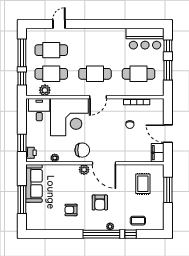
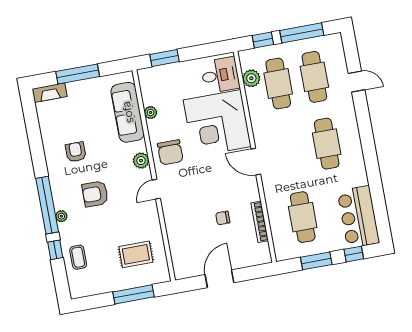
cafe table: (95, 74) -> (327, 144), moved
printer: (31, 153) -> (152, 75), removed
filing cabinet: (158, 153) -> (188, 268), removed
door: (104, 163) -> (156, 189), width x0.53
sofa: (34, 183) -> (128, 112), moved, turned 90
fireplace: (30, 220) -> (50, 93), added

